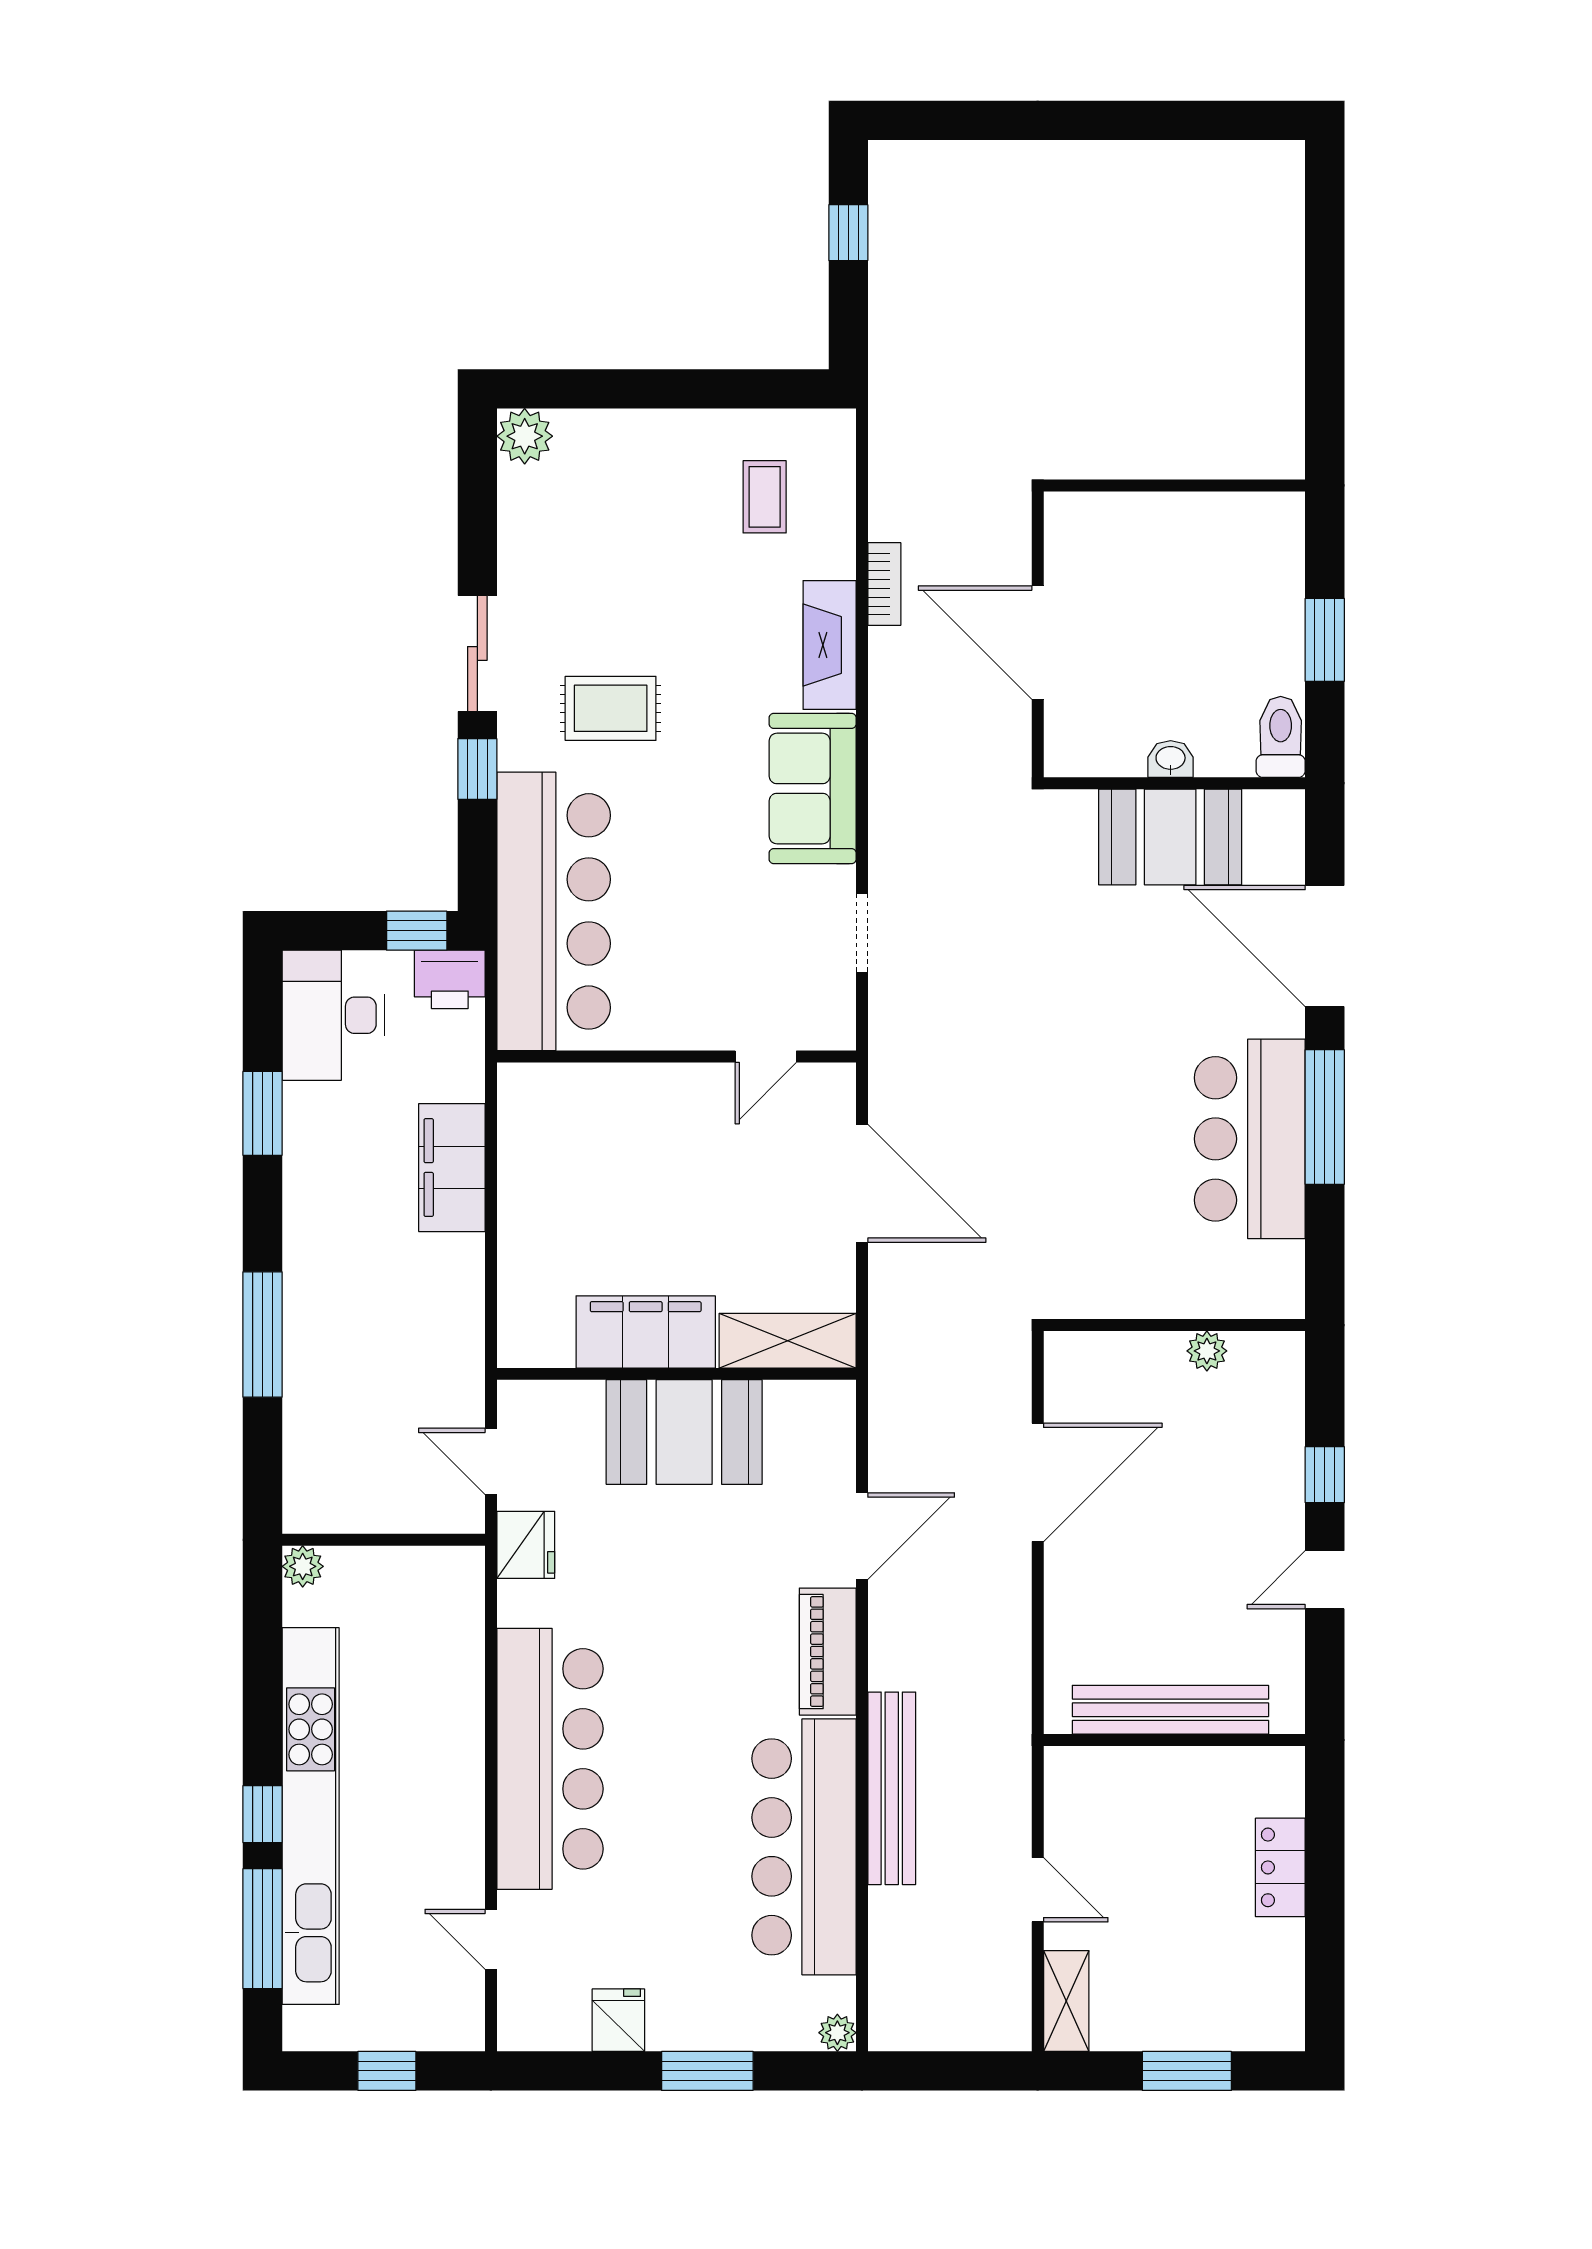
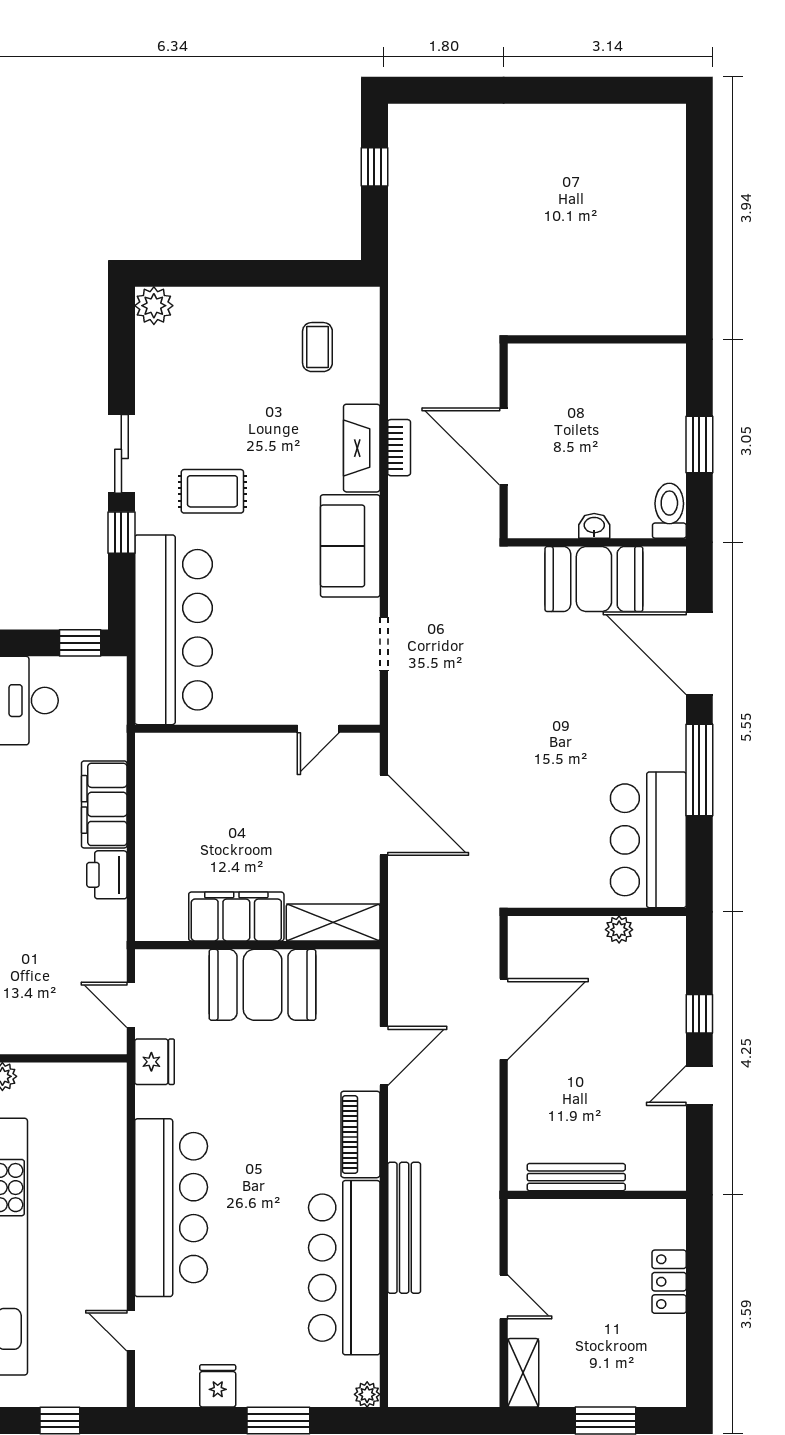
bookcase: (884, 584) -> (399, 448), moved
printer: (450, 979) -> (107, 875), moved, turned 90
bar counter: (1250, 1139) -> (648, 840), moved
bench: (1170, 1710) -> (576, 1177), width x0.73, depth x0.82

